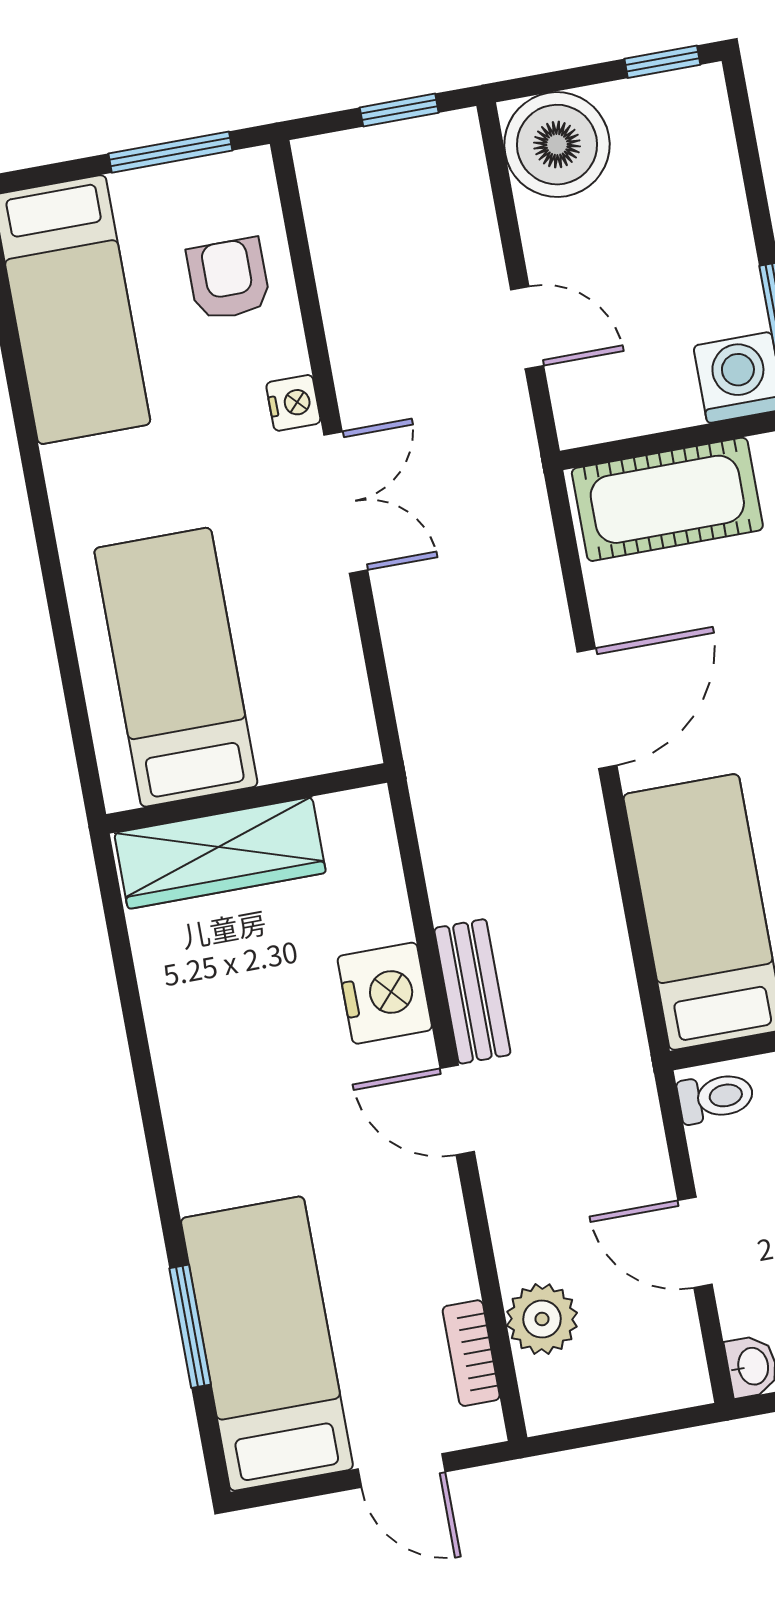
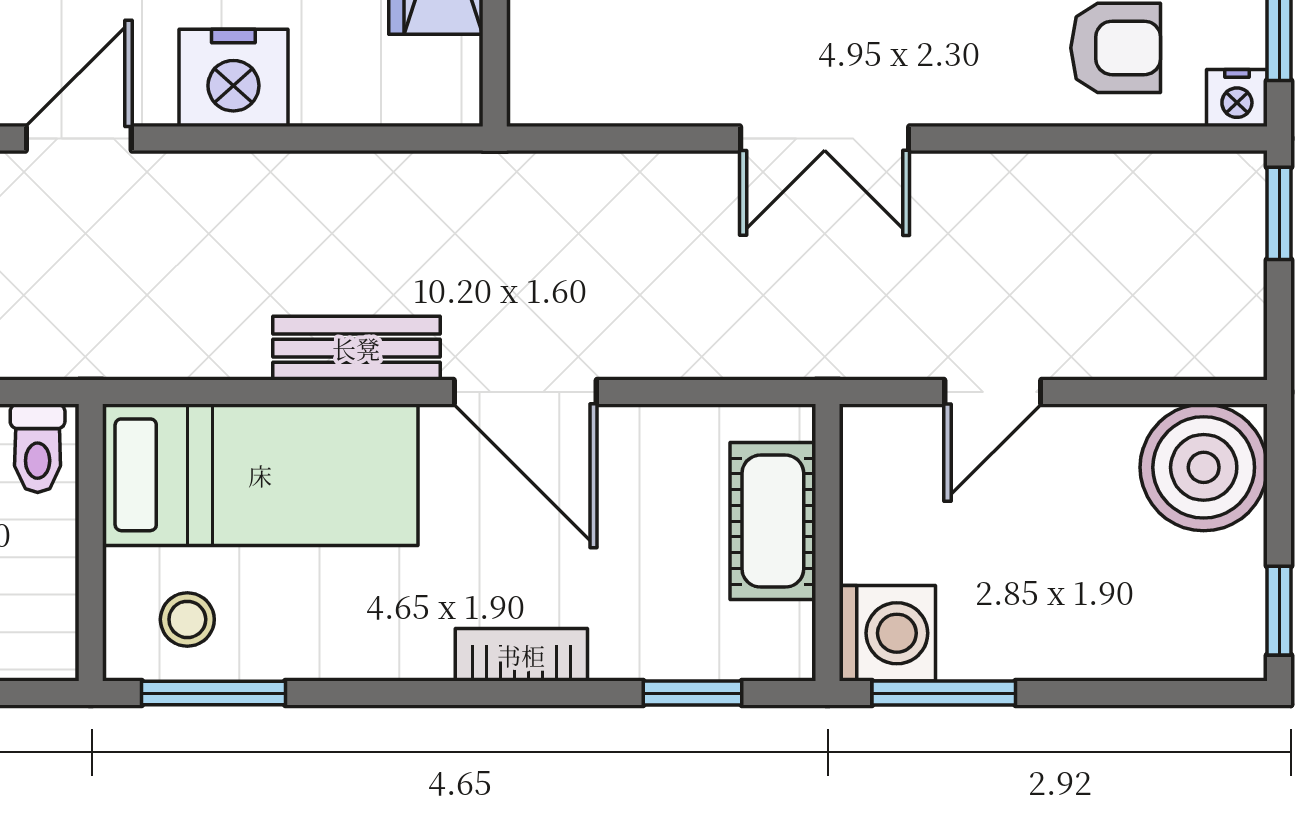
window: (399, 110) -> (1279, 213), moved
nightstand: (293, 403) -> (1237, 98), moved
cot: (667, 499) -> (773, 521), width x0.73, depth x0.75
bench: (472, 991) -> (356, 348), moved

